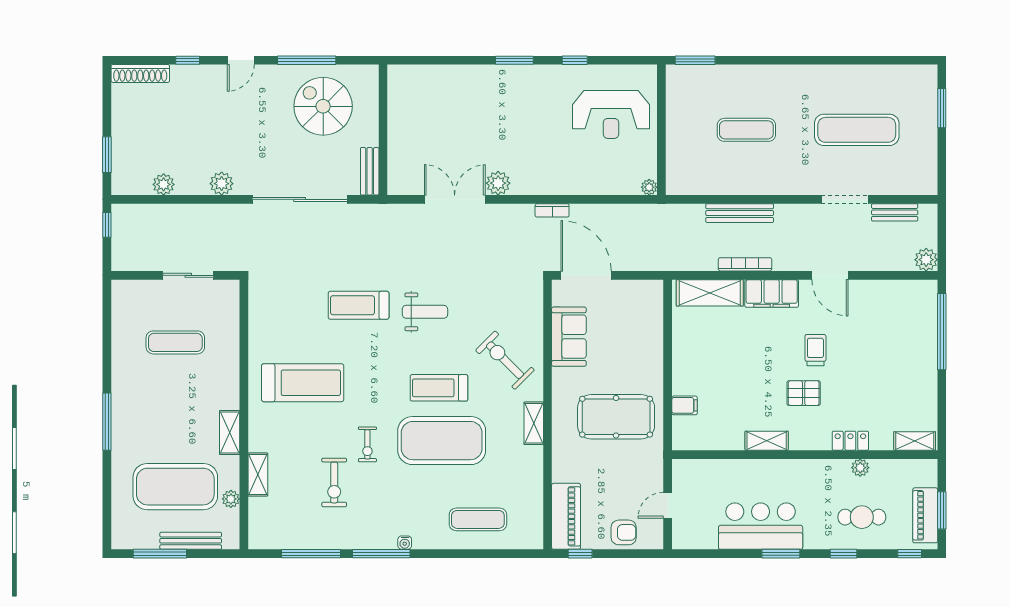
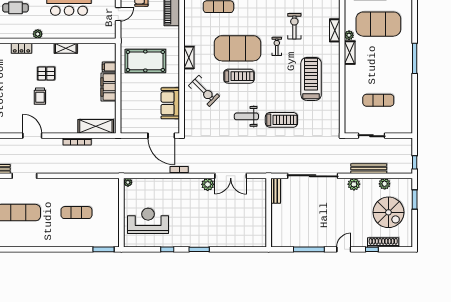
shoe rack: (140, 73) -> (383, 242), moved
spiral stairs: (323, 106) -> (388, 212), moved
bench: (740, 213) -> (369, 169), moved
filing cabinet: (772, 293) -> (108, 87), moved, turned -90
treadmill: (303, 383) -> (311, 79), turned 90
plant: (860, 468) -> (38, 34), moved
plant: (231, 499) -> (349, 35), moved

